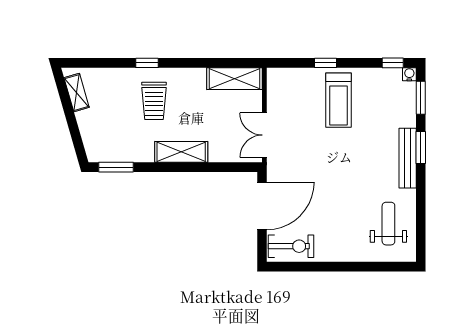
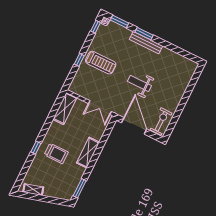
weight bench: (388, 224) -> (139, 83), moved

